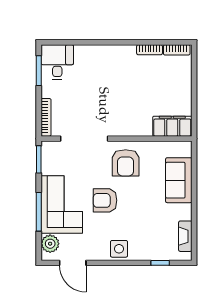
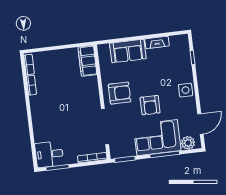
fireplace: (185, 236) -> (157, 42), moved

